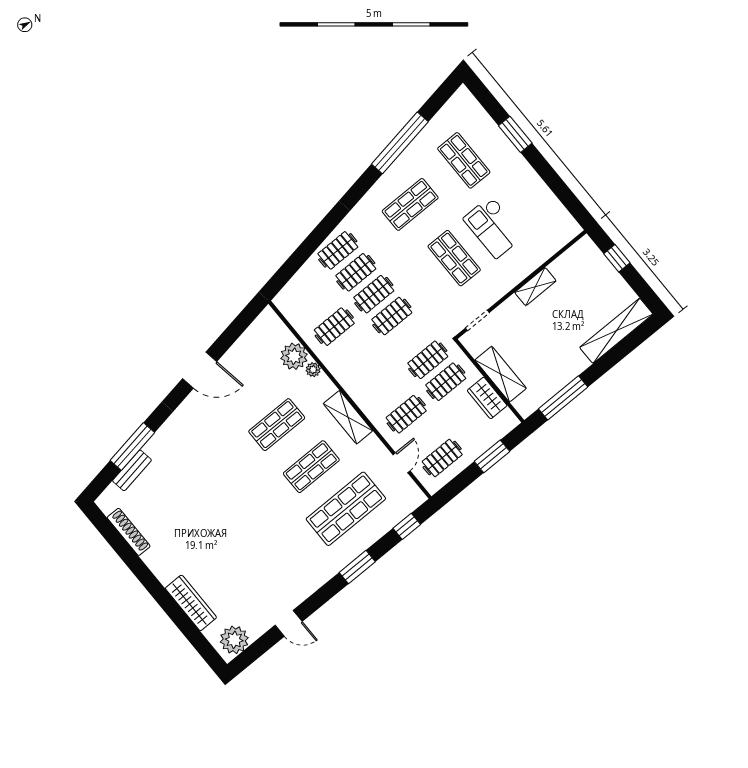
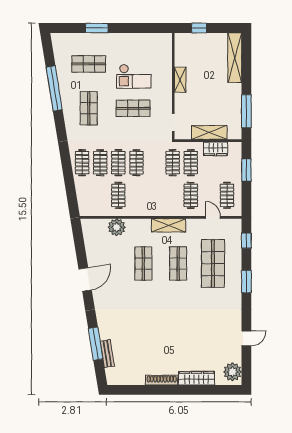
plant: (313, 370) -> (131, 223), removed
shoe rack: (129, 532) -> (162, 380), moved

